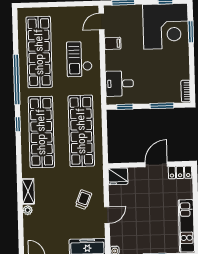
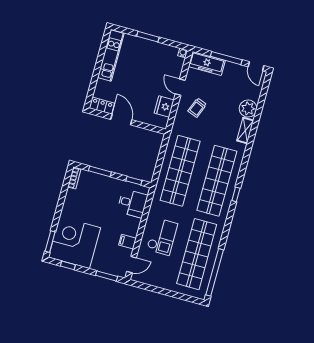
window: (191, 32) -> (50, 242), moved
window: (17, 80) -> (215, 272), moved
door: (156, 164) -> (121, 120), swing flipped
fridge: (118, 176) -> (164, 107), moved, turned -90
plant: (28, 210) -> (248, 109), width x1.88, depth x1.88
door: (107, 215) -> (180, 87), hinge flipped

